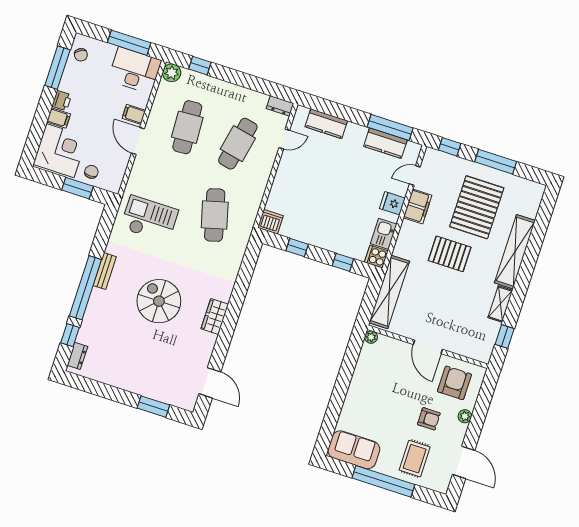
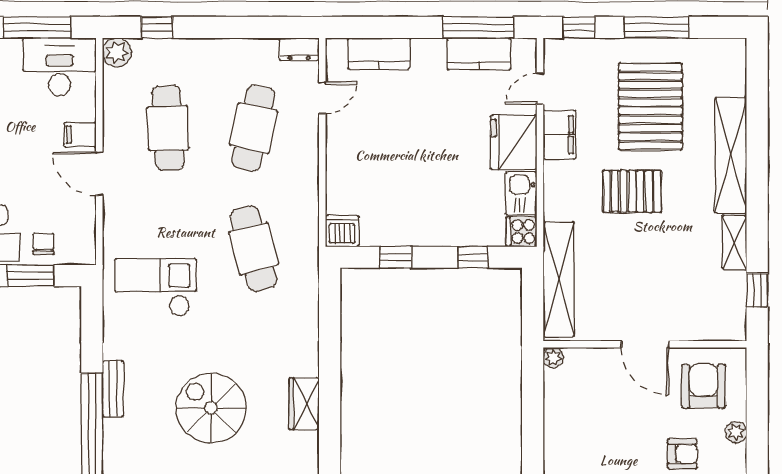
fridge: (392, 203) -> (514, 142), width x1.88, depth x1.34

